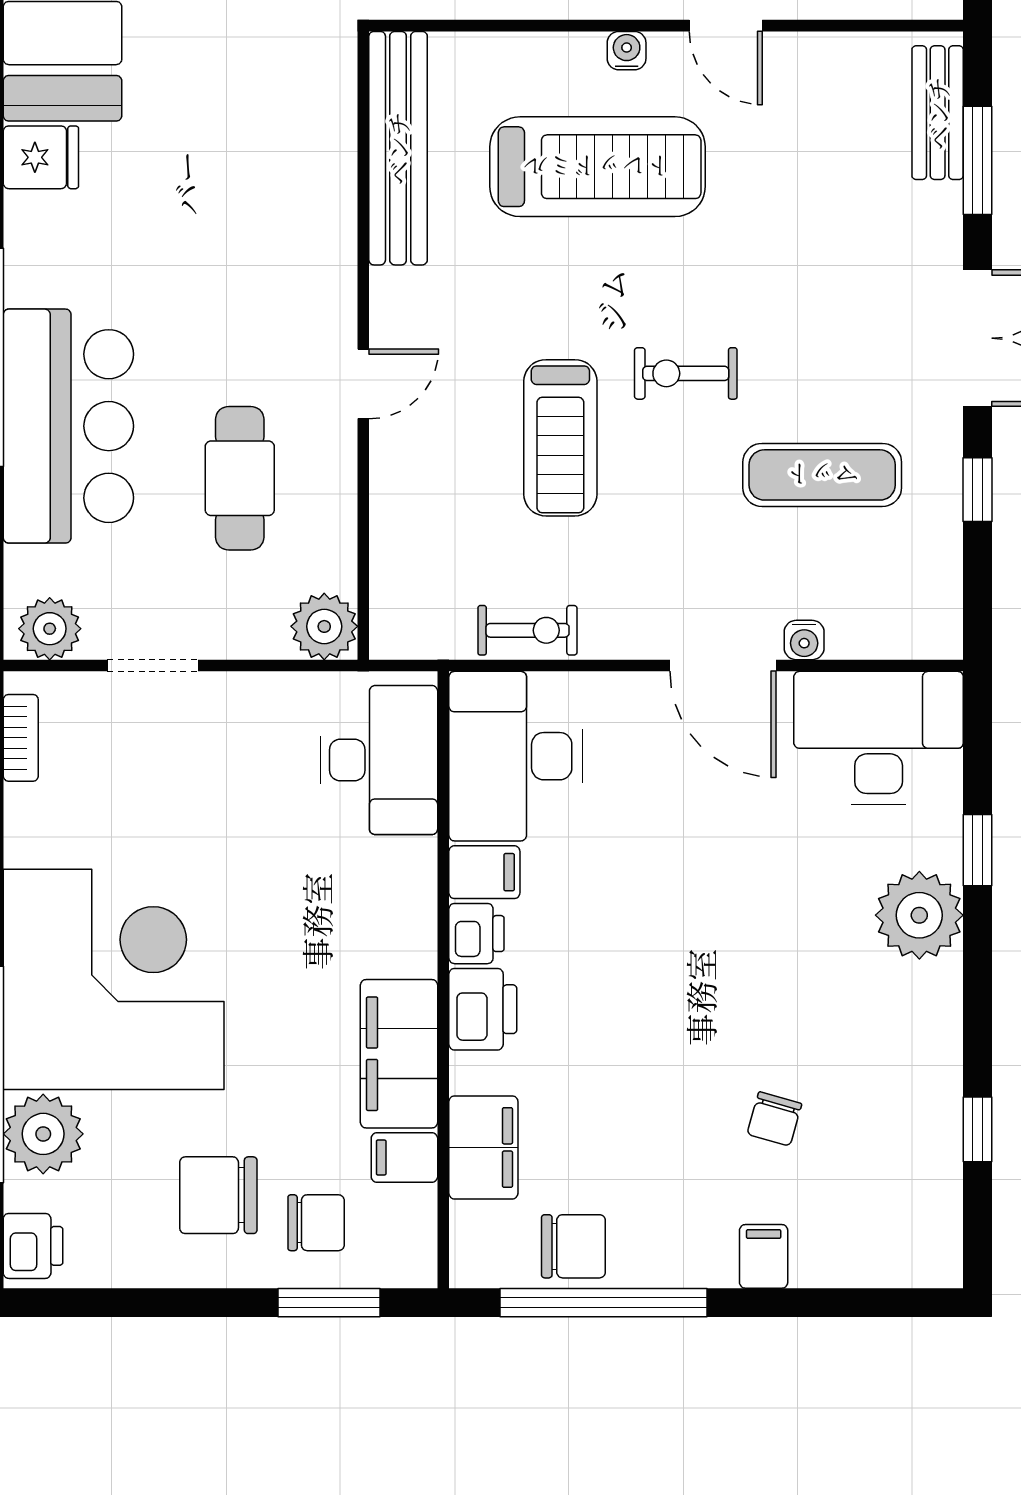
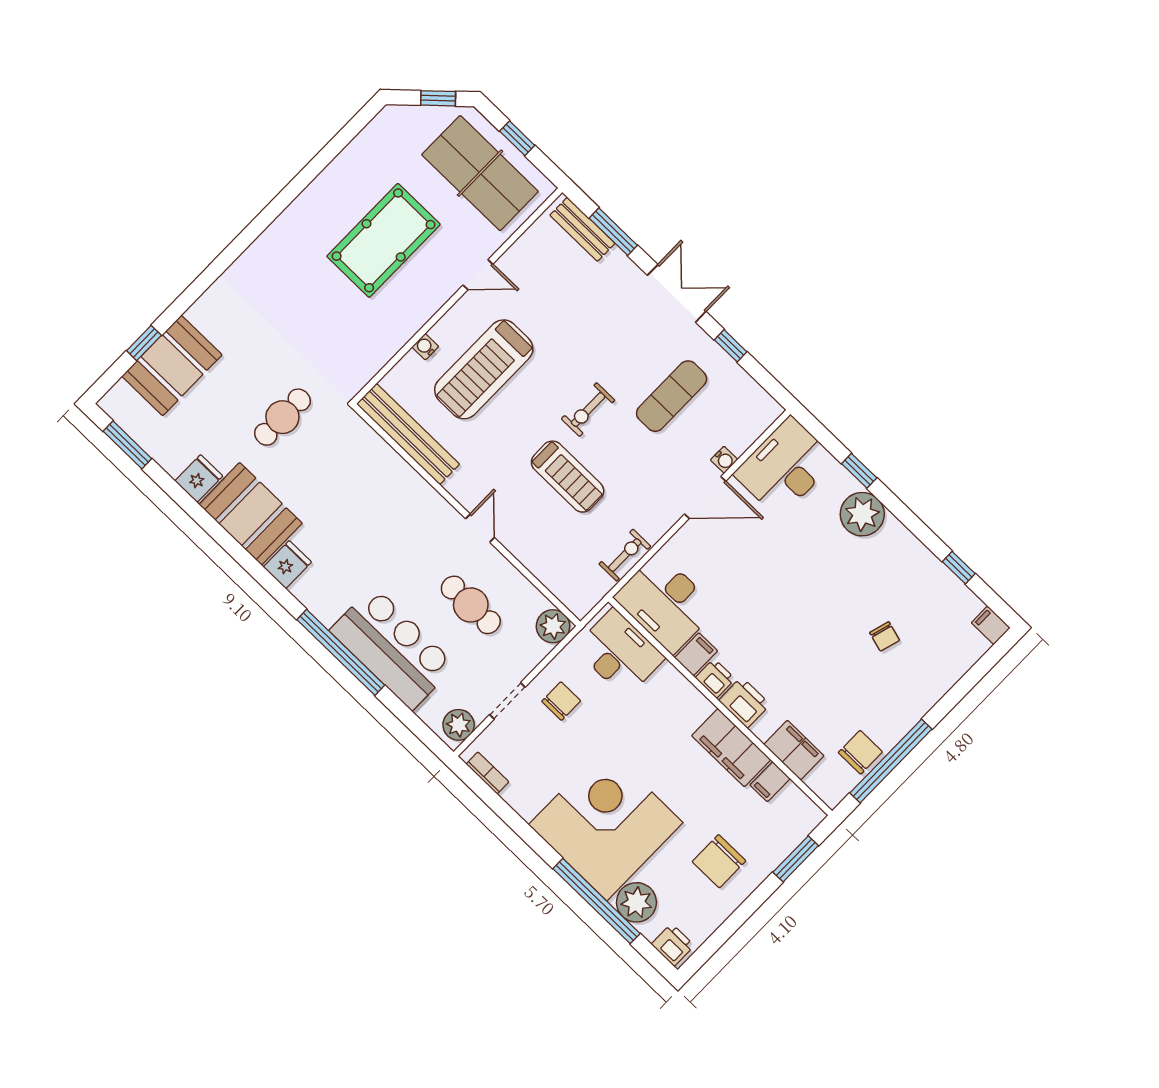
water cooler: (627, 51) -> (425, 347), moved
treadmill: (597, 167) -> (484, 369), turned 180
chair: (316, 1223) -> (561, 701), moved
filing cabinet: (764, 1256) -> (991, 625), moved

